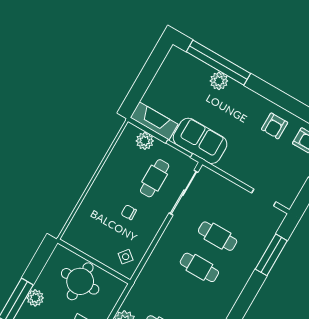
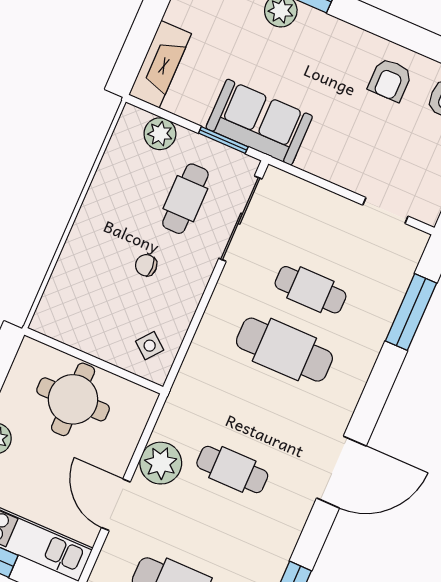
fireplace: (154, 121) -> (160, 64), moved, turned 90
cafe table: (199, 267) -> (284, 350), width x1.37, depth x1.35

